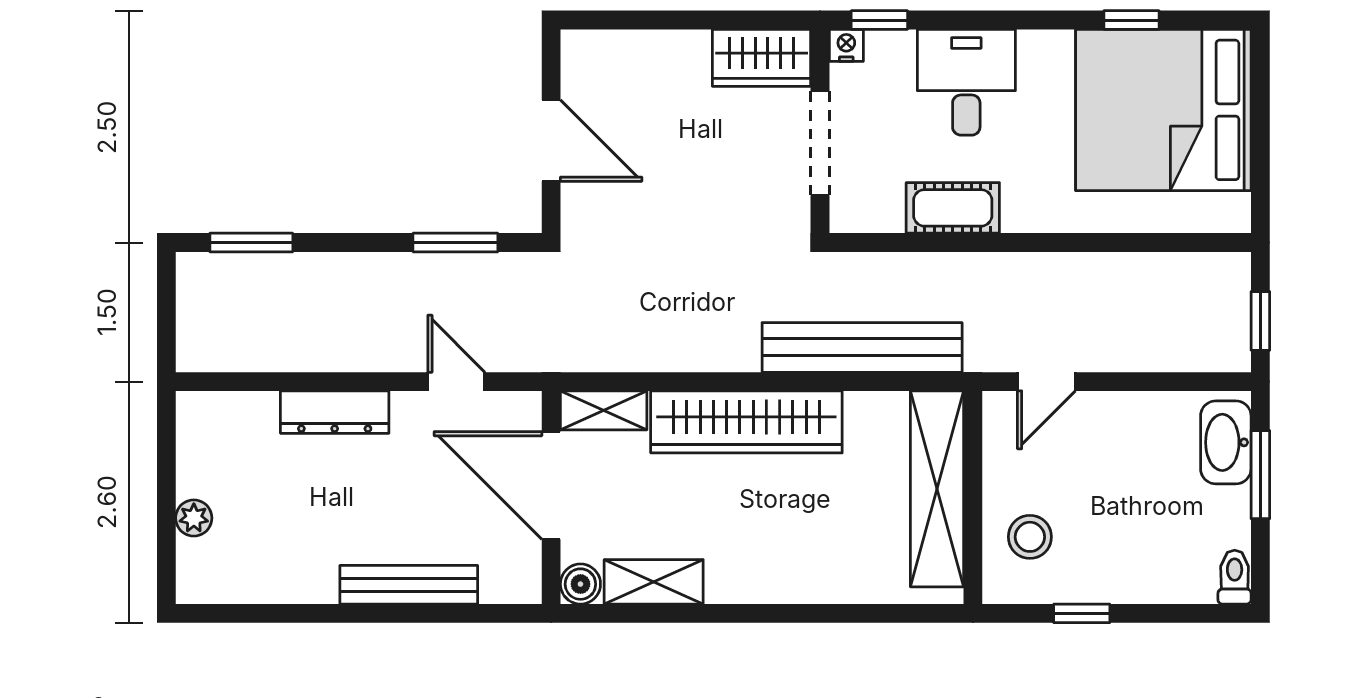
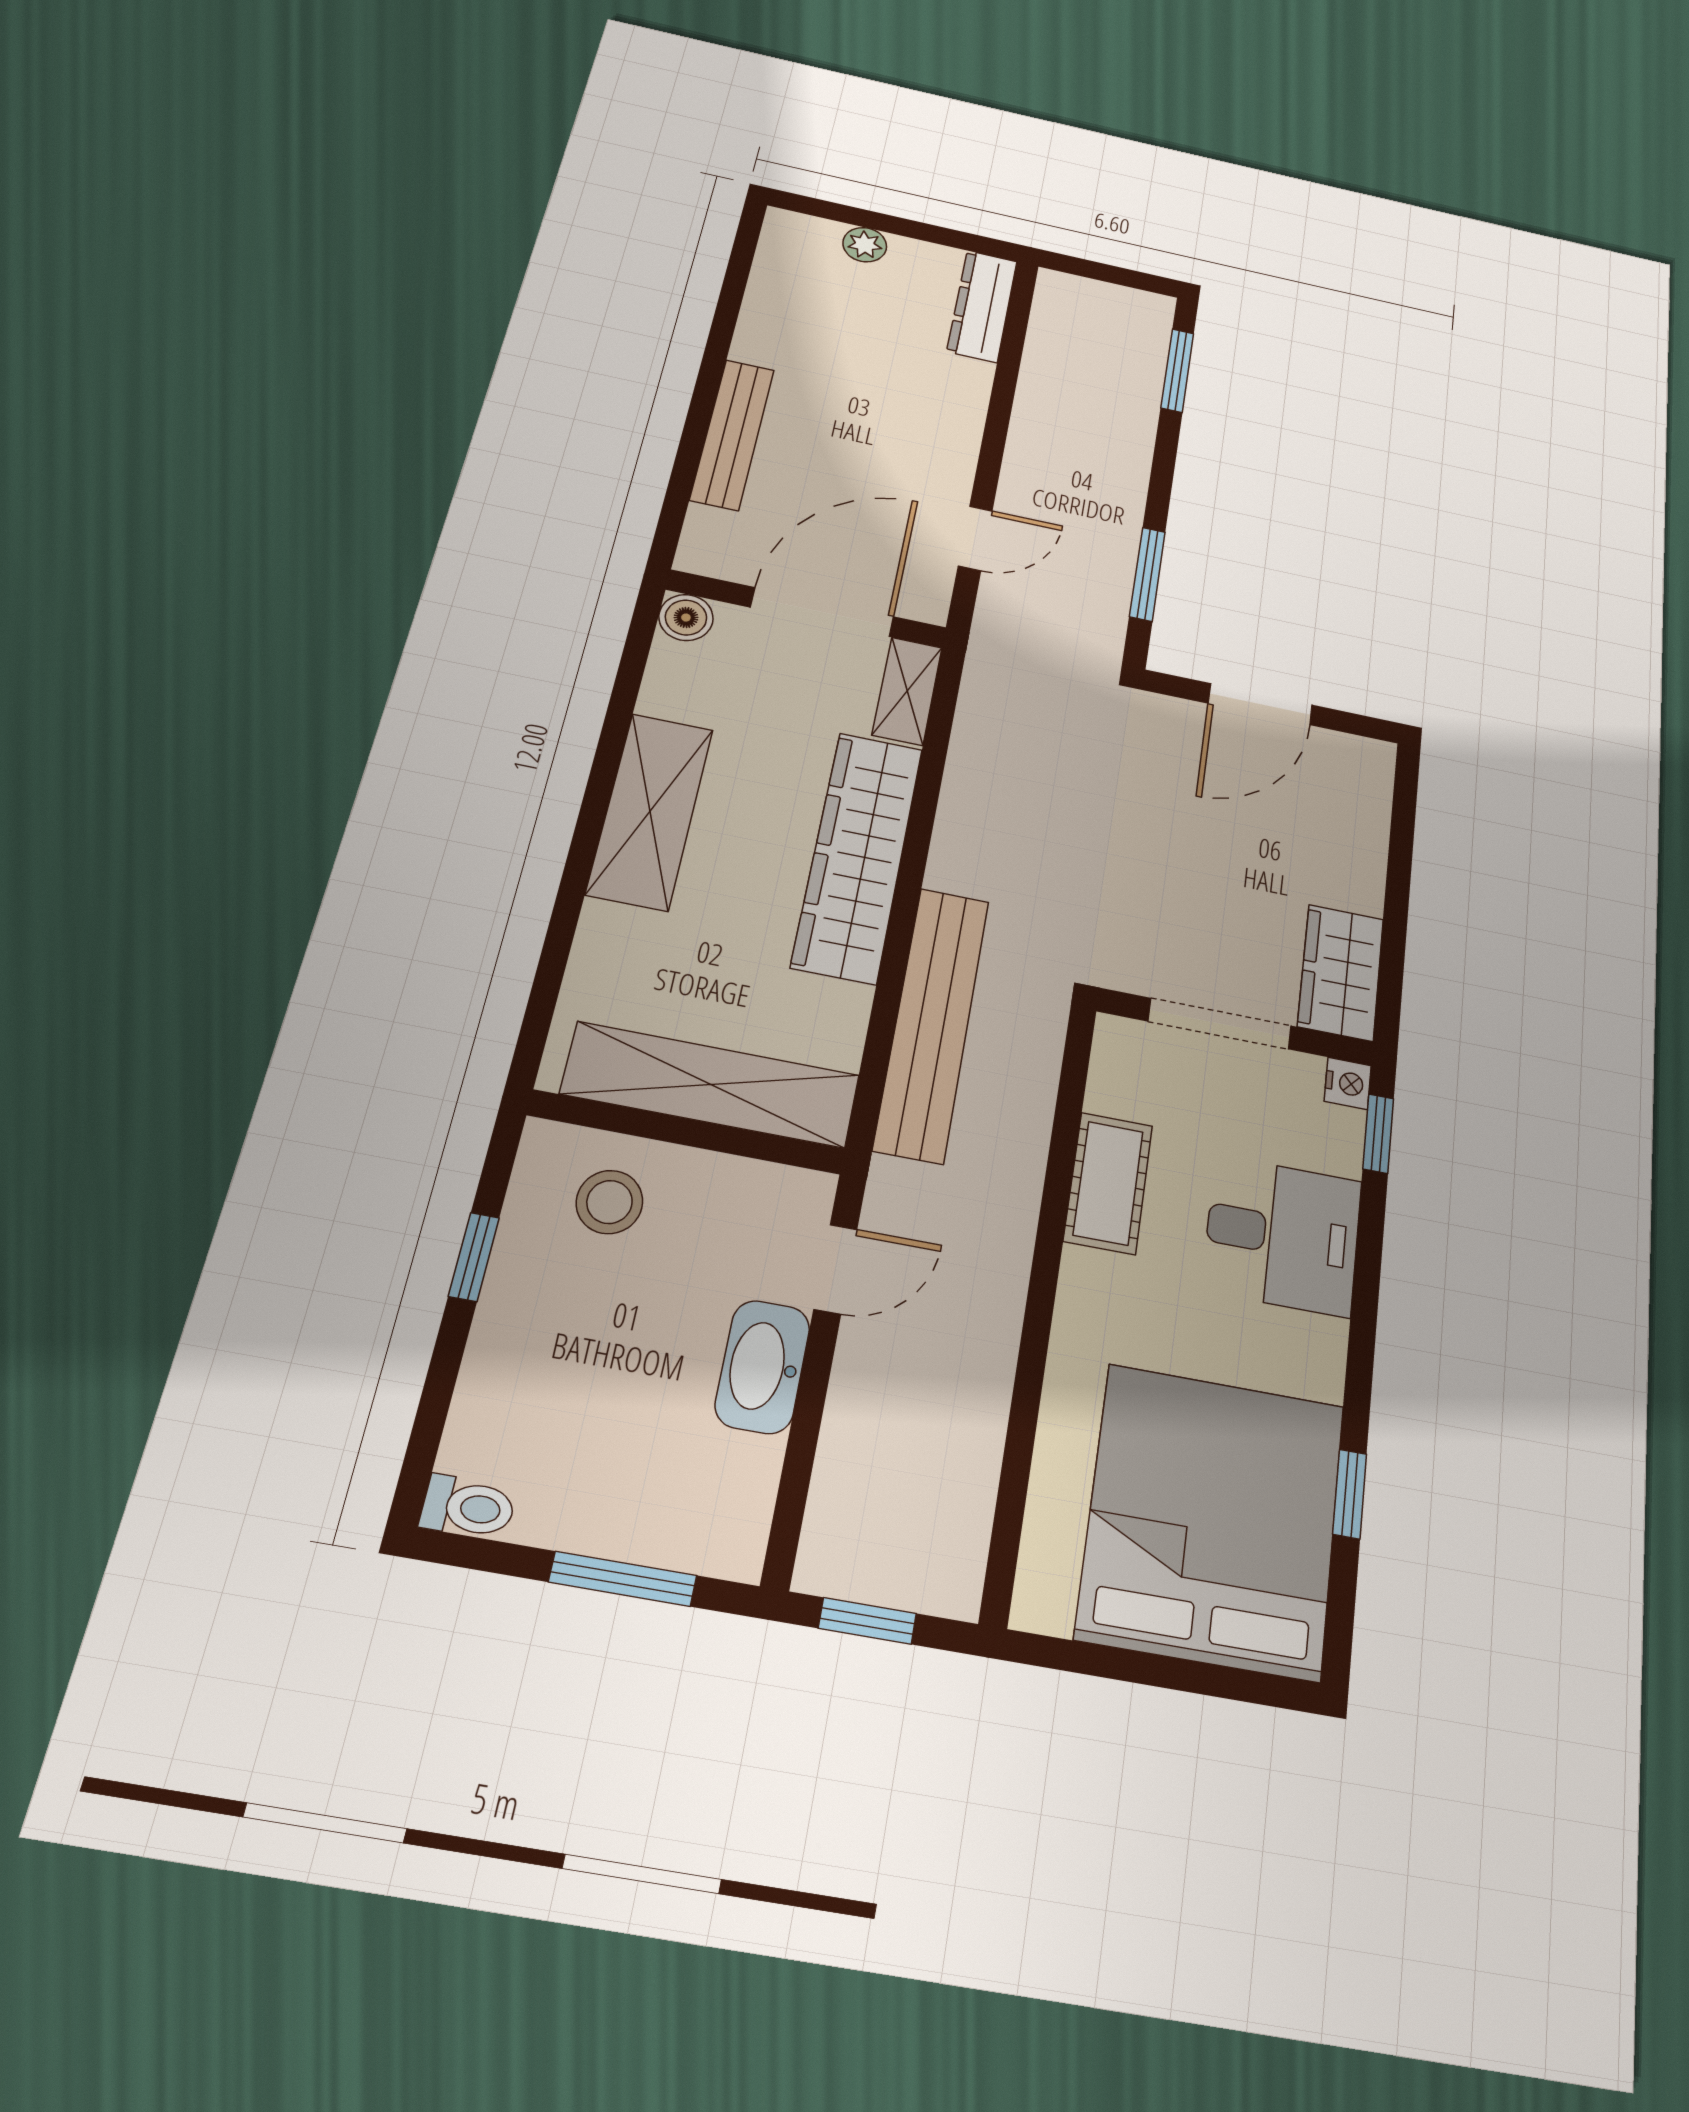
door: (1046, 382) -> (835, 1269), swing flipped
dresser: (335, 412) -> (982, 306), moved
washbasin: (1226, 442) -> (763, 1367), moved, turned -90
shelving: (654, 582) -> (650, 811), moved, width x1.50, depth x1.33

